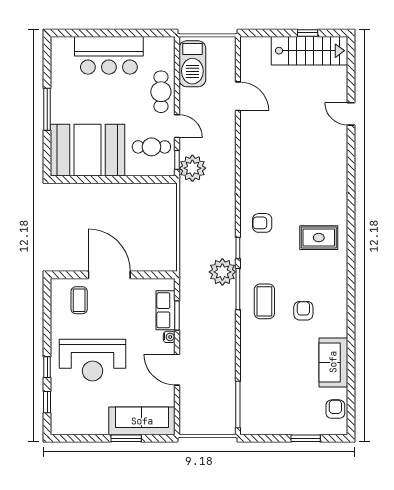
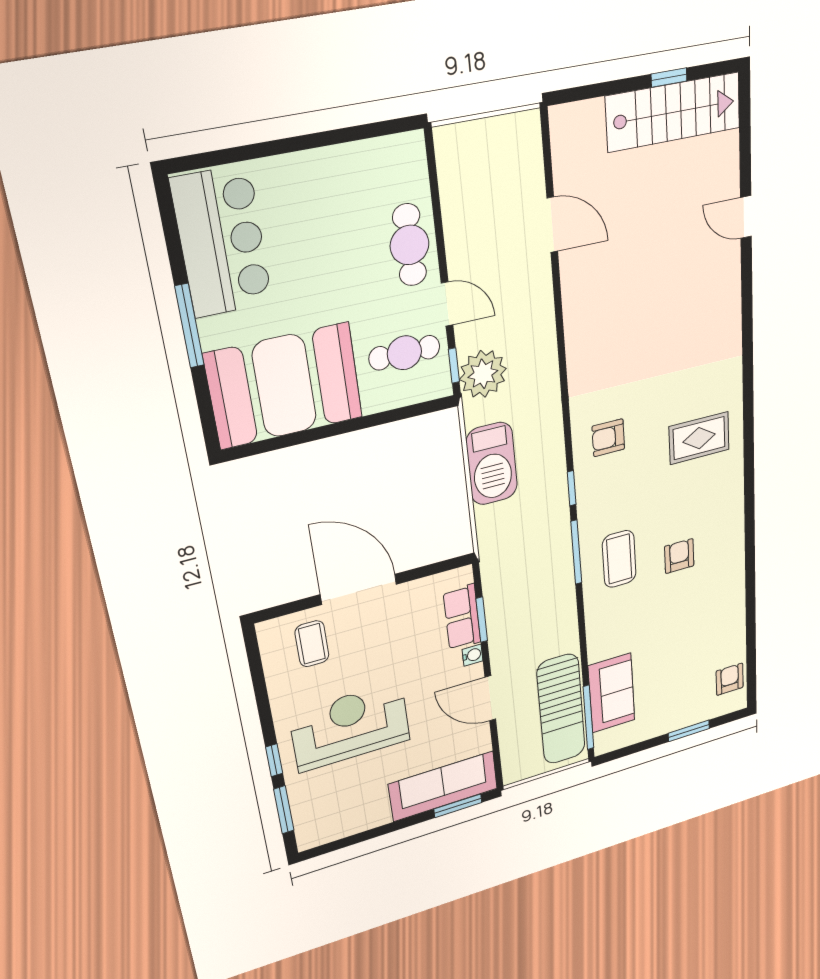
bar counter: (109, 55) -> (222, 242), moved, turned -90
barbecue: (192, 64) -> (492, 464), moved
plant: (222, 272) -> (549, 533), removed
reception desk: (92, 360) -> (350, 727), turned 180
sofa: (333, 362) -> (612, 693), moved, turned 180
sun lounger: (221, 392) -> (561, 709), added
window: (47, 402) -> (284, 810), width x1.50
window: (126, 438) -> (458, 806), moved

